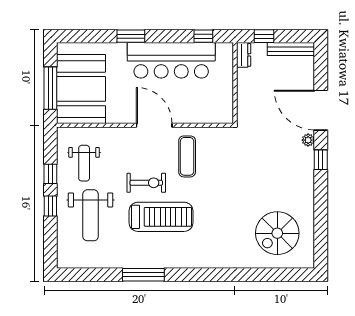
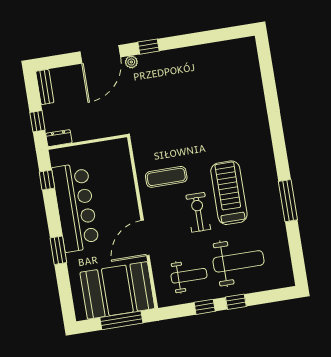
bench: (291, 49) -> (45, 87), width x0.73
door: (154, 125) -> (145, 238), moved
spiral stairs: (277, 233) -> (227, 77), removed

